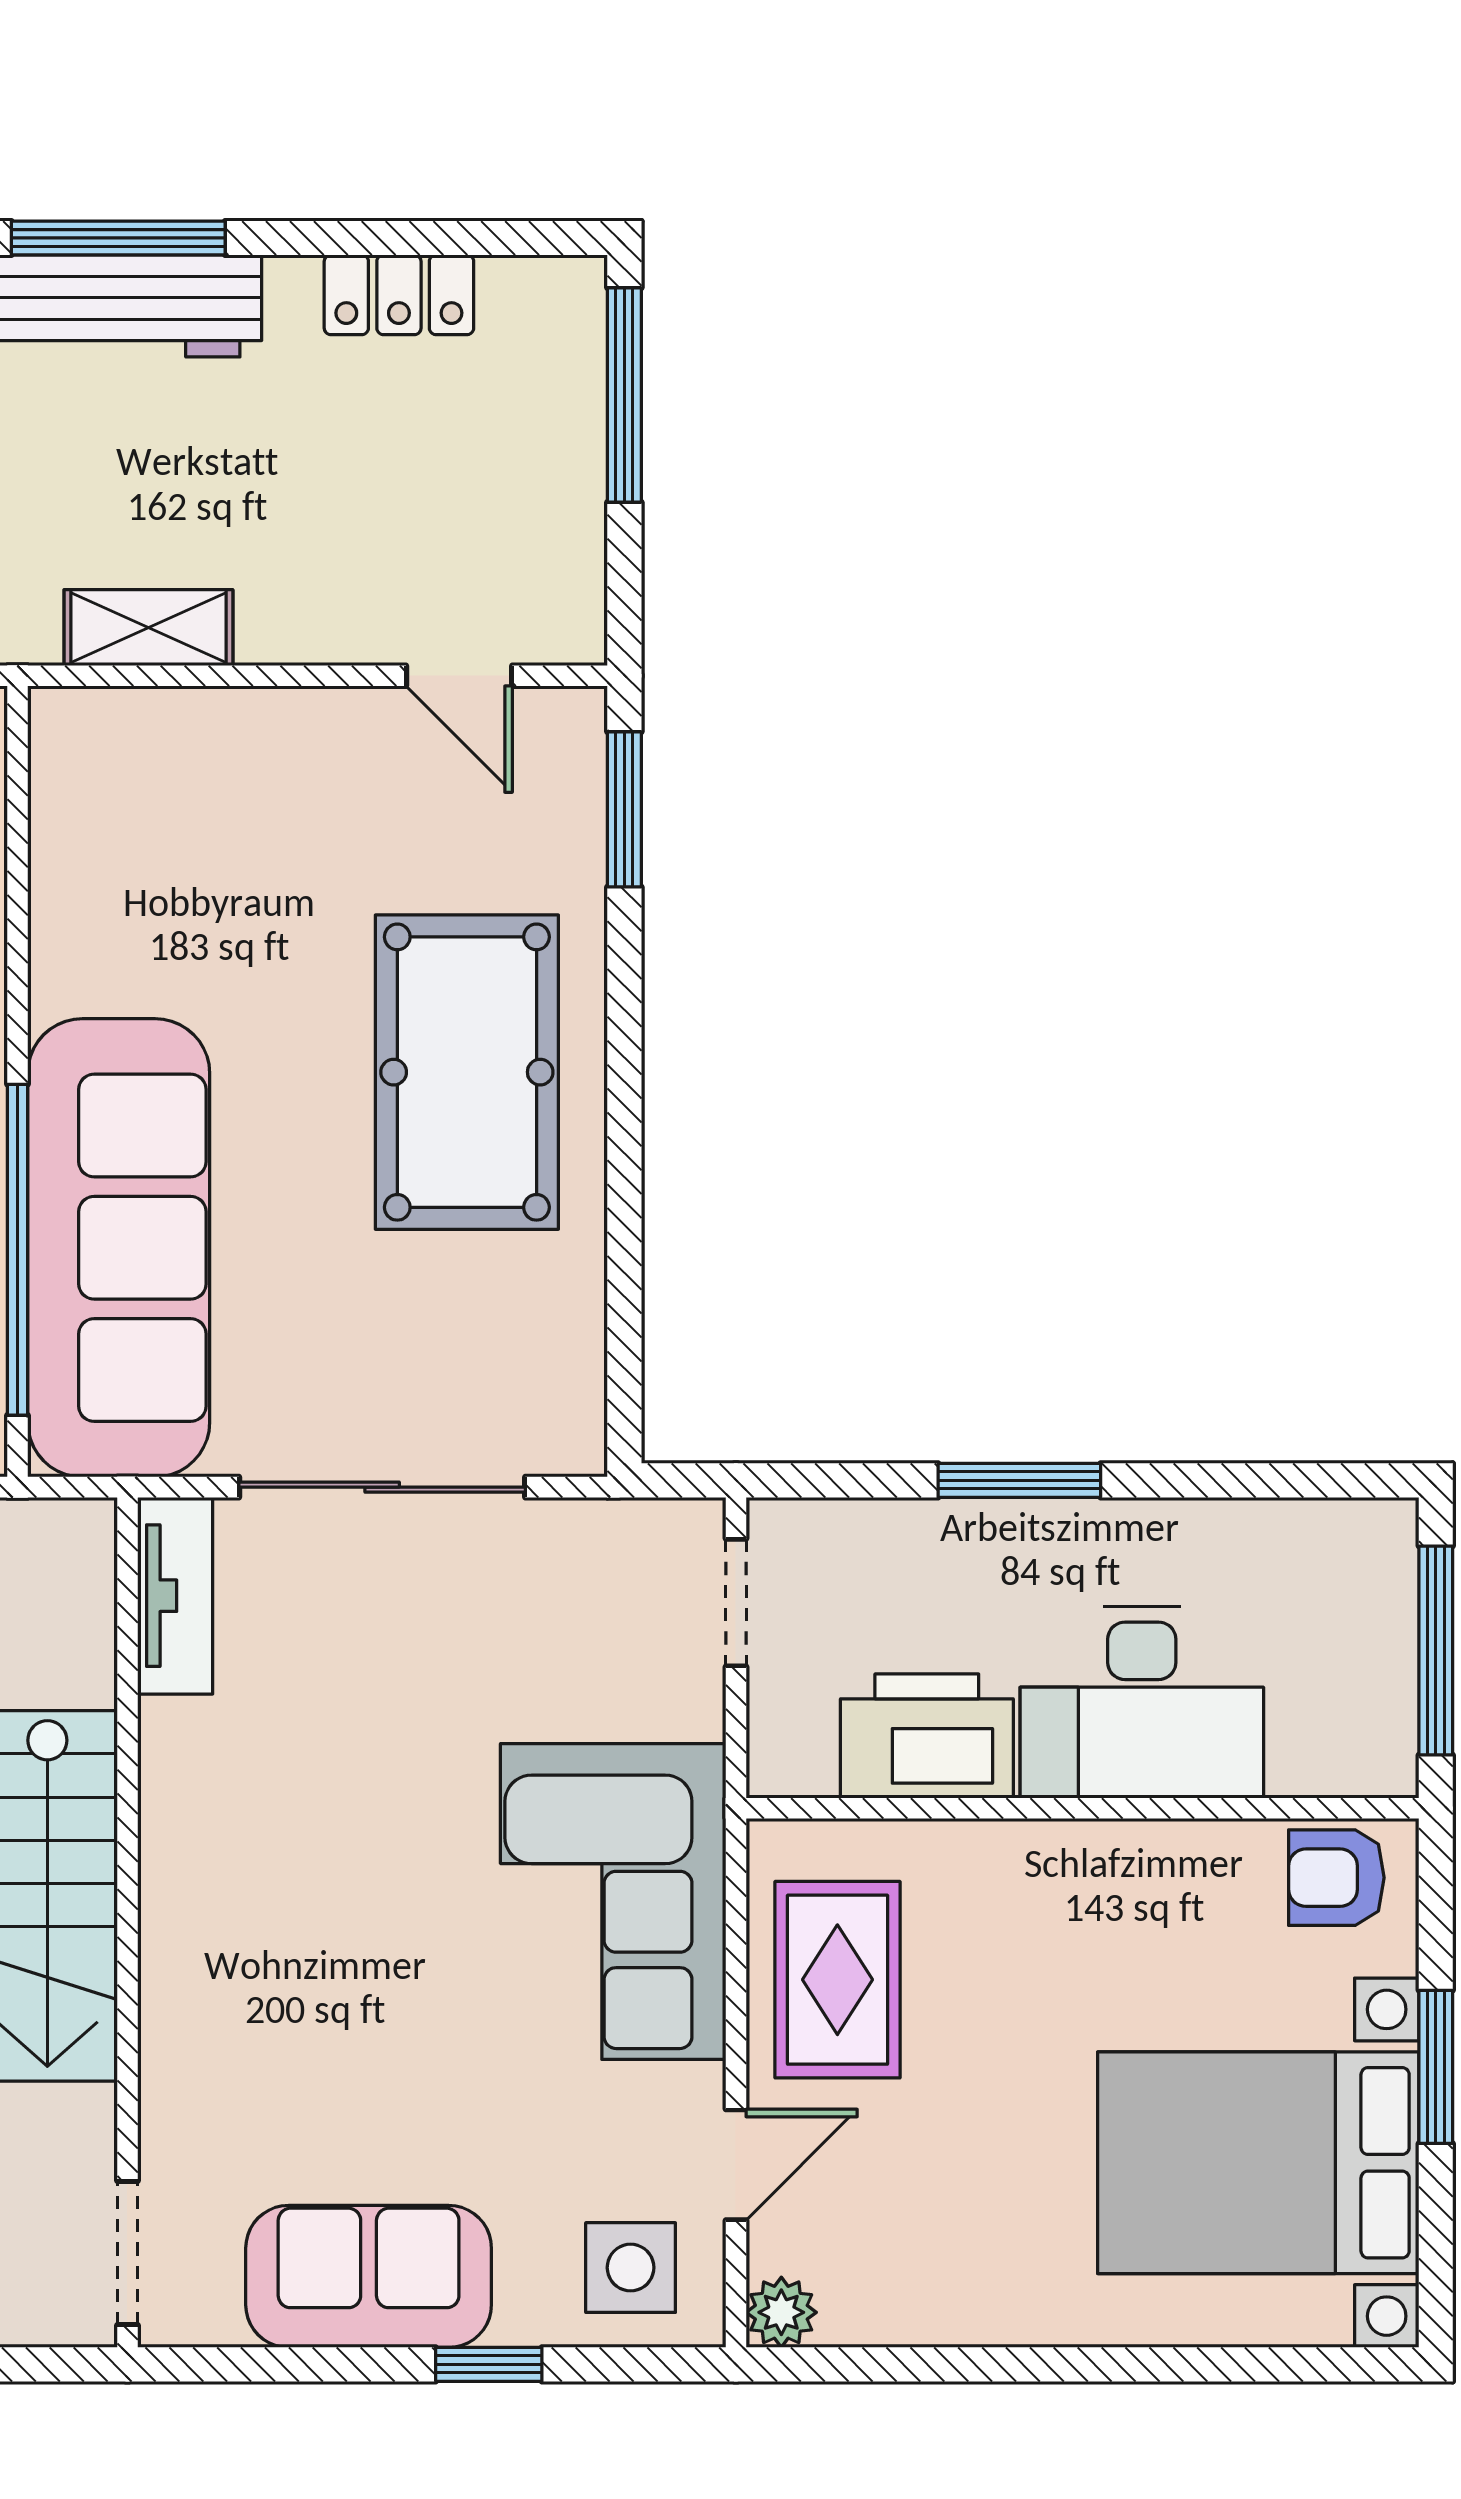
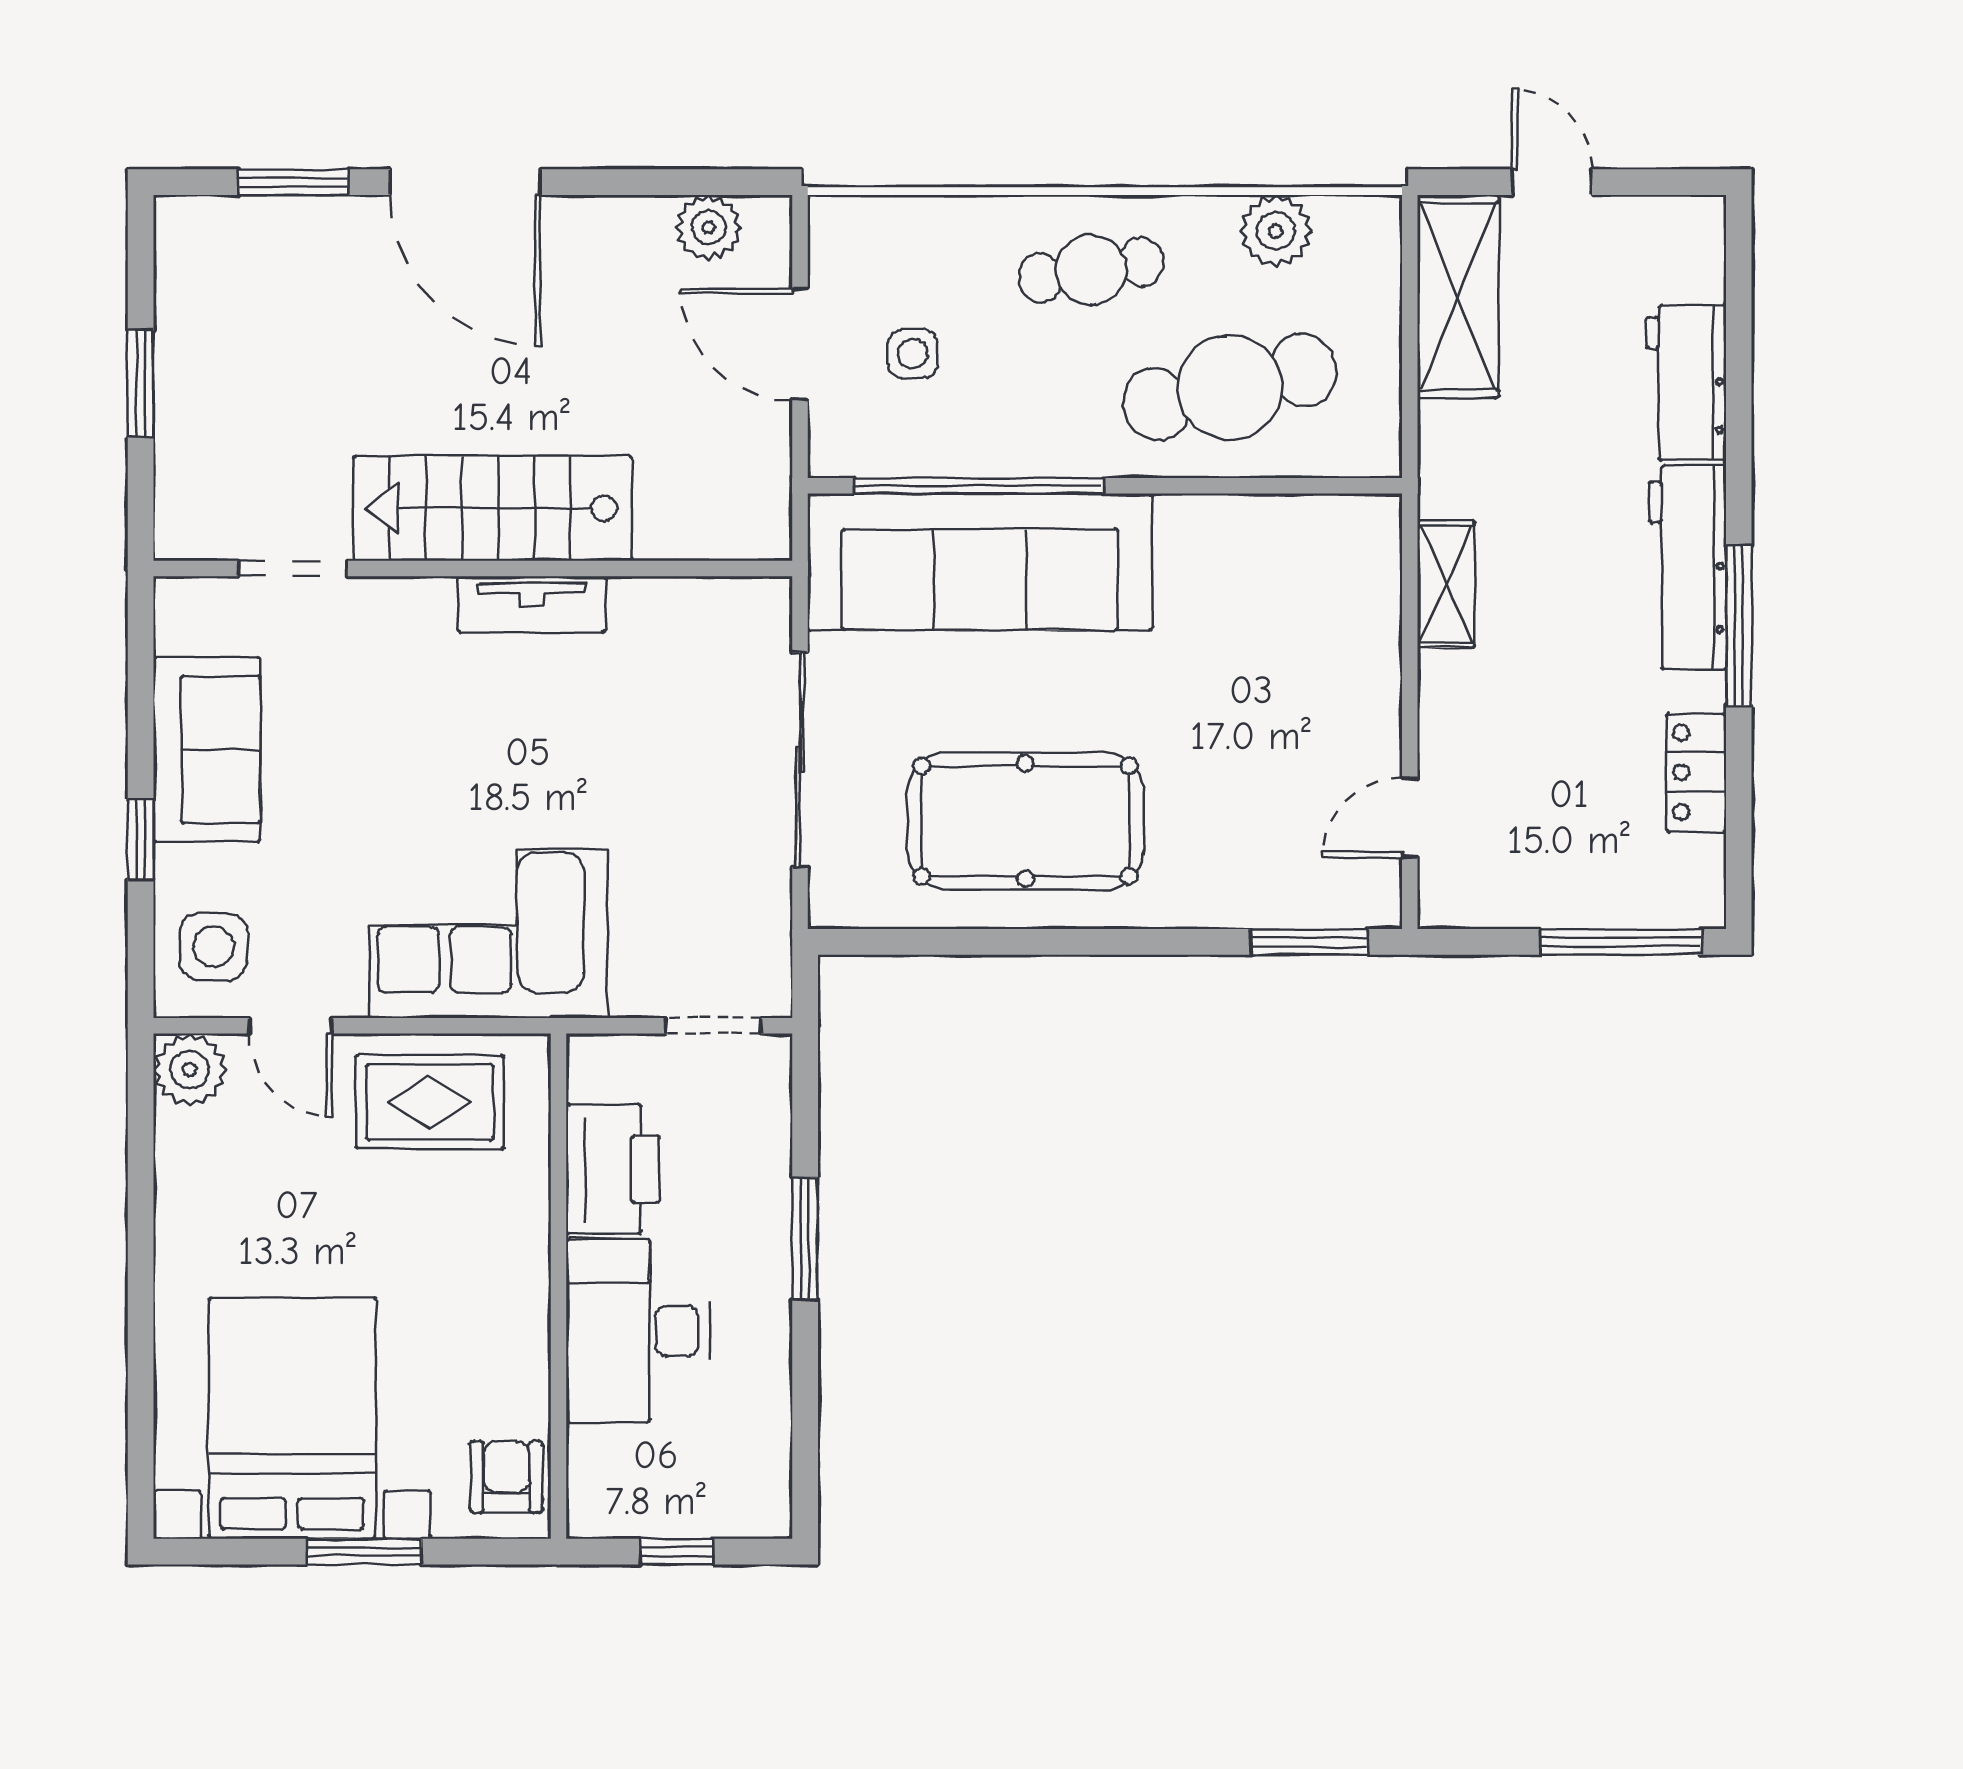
window: (118, 238) -> (1739, 626), moved
pool table: (467, 1072) -> (1025, 821), moved
tv unit: (175, 1596) -> (532, 604), moved
window: (1436, 1651) -> (677, 1552), width x0.46
doorway: (127, 2253) -> (293, 568), moved
plant: (781, 2312) -> (190, 1070), width x1.38, depth x1.38

